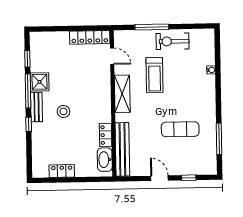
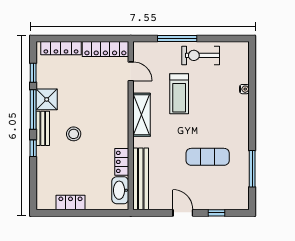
locker: (51, 37) -> (61, 48), added

